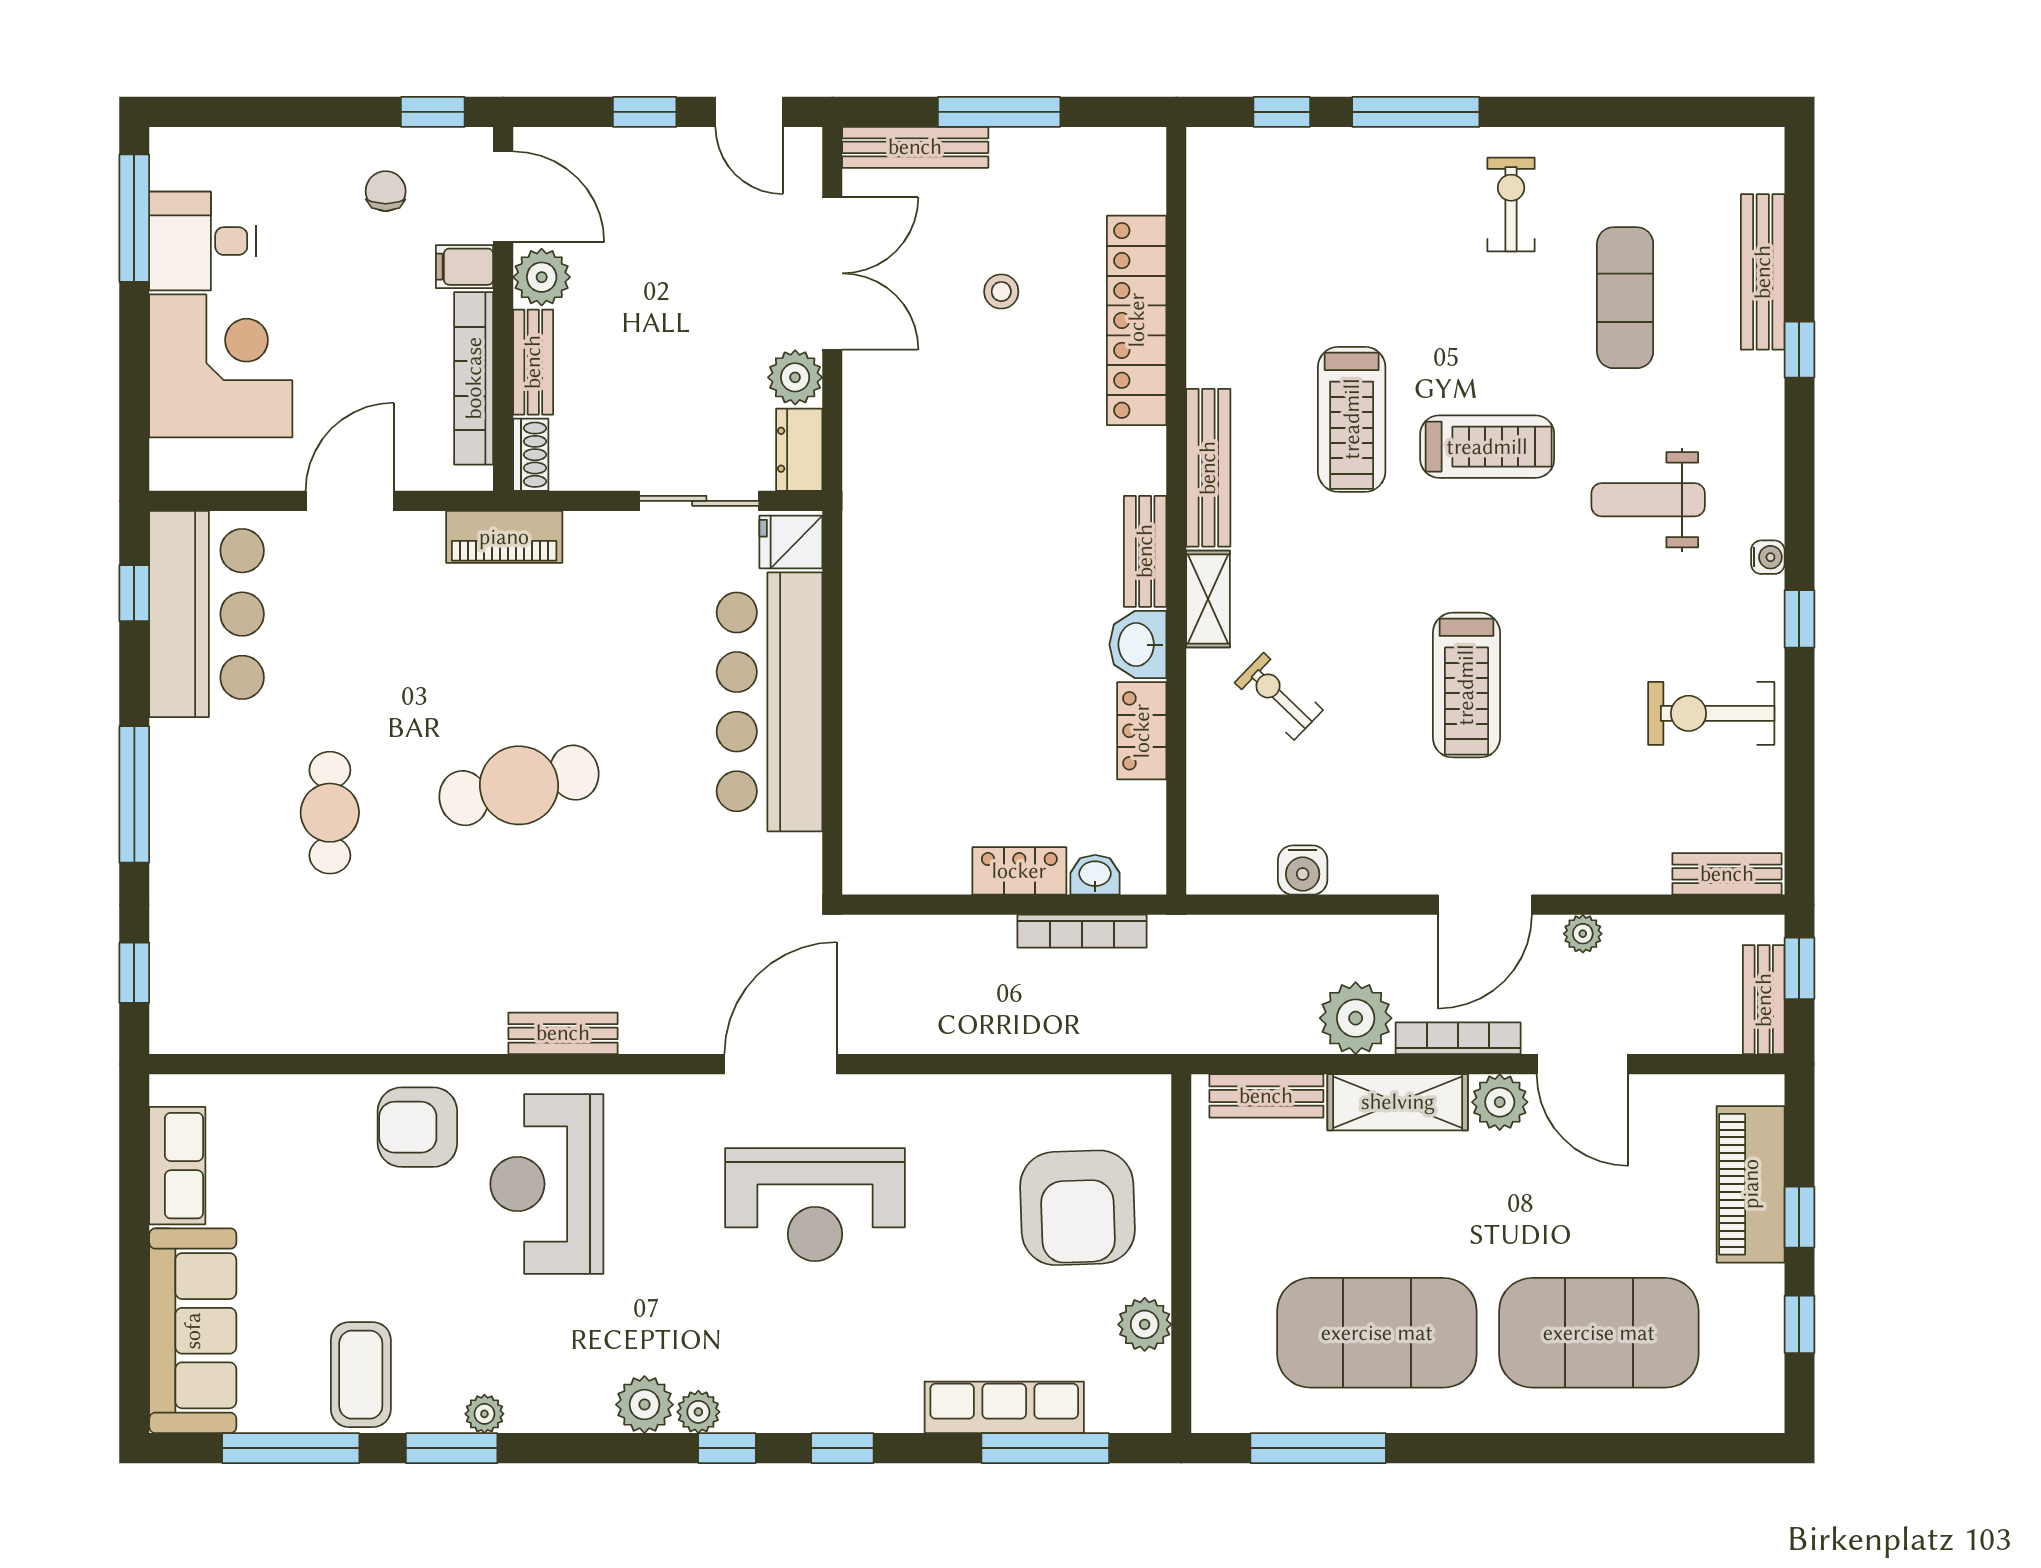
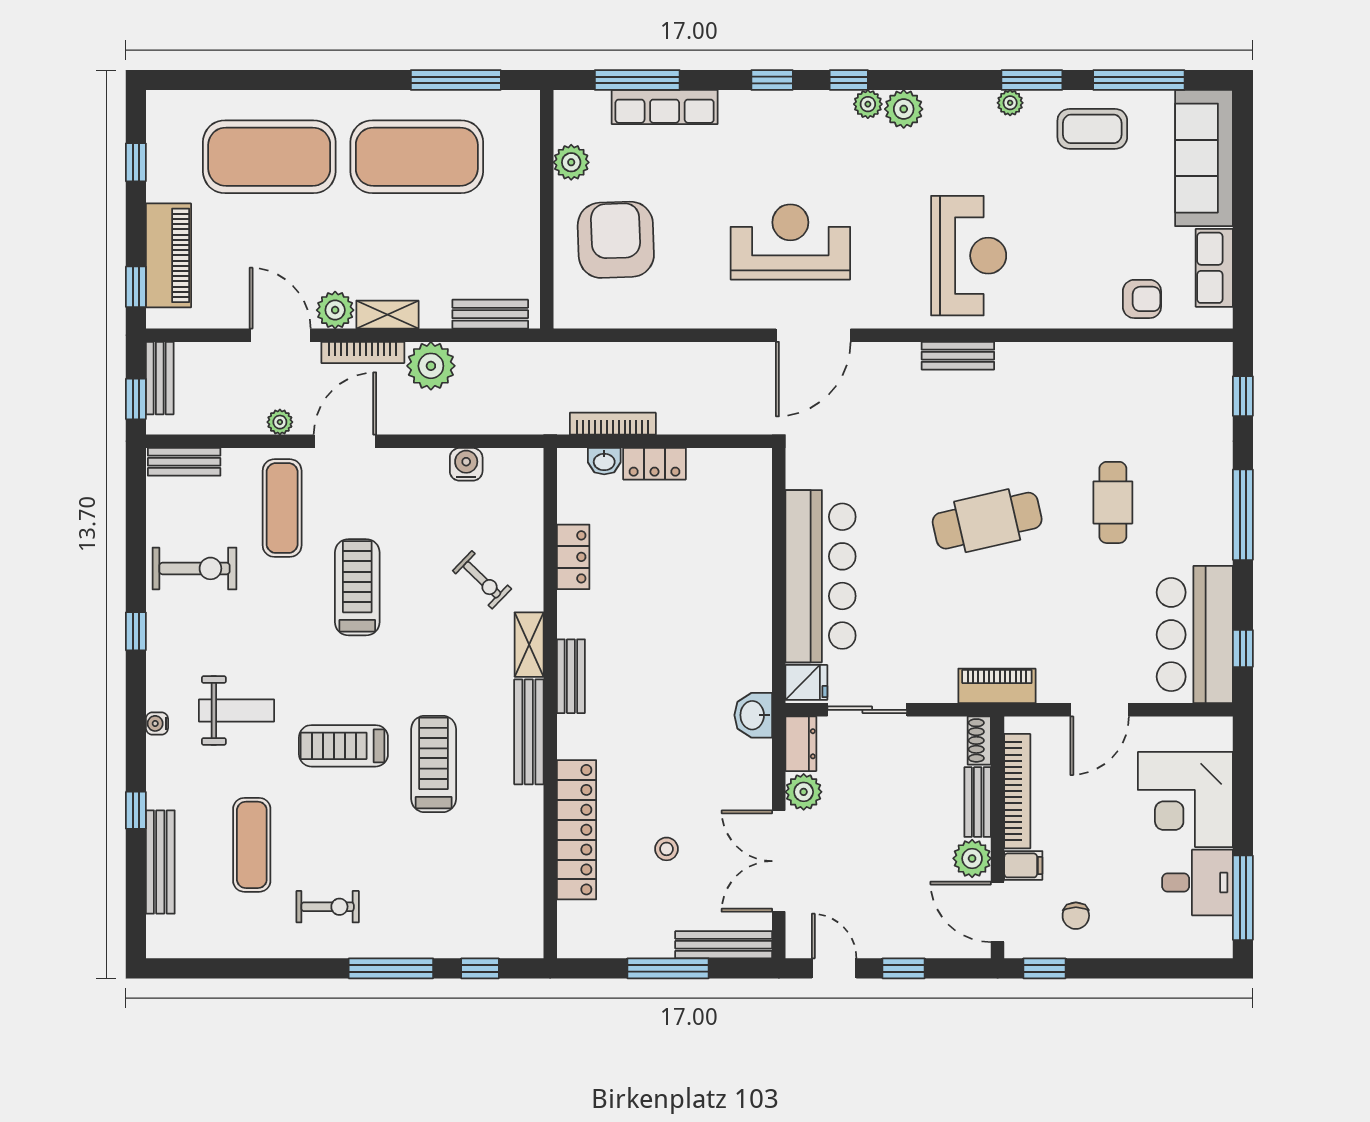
exercise bike: (1511, 205) -> (328, 907), turned -90
water cooler: (1768, 557) -> (157, 723), moved
washbasin: (1138, 645) -> (753, 715), moved, turned 180
exercise mat: (1579, 804) -> (282, 508), added
shelving: (1398, 1102) -> (387, 315), width x0.67, depth x0.75
armchair: (417, 1127) -> (1142, 299), moved, width x0.72, depth x0.72
window: (1799, 1217) -> (136, 287), moved
coffee table: (361, 1375) -> (1092, 129), turned 90

